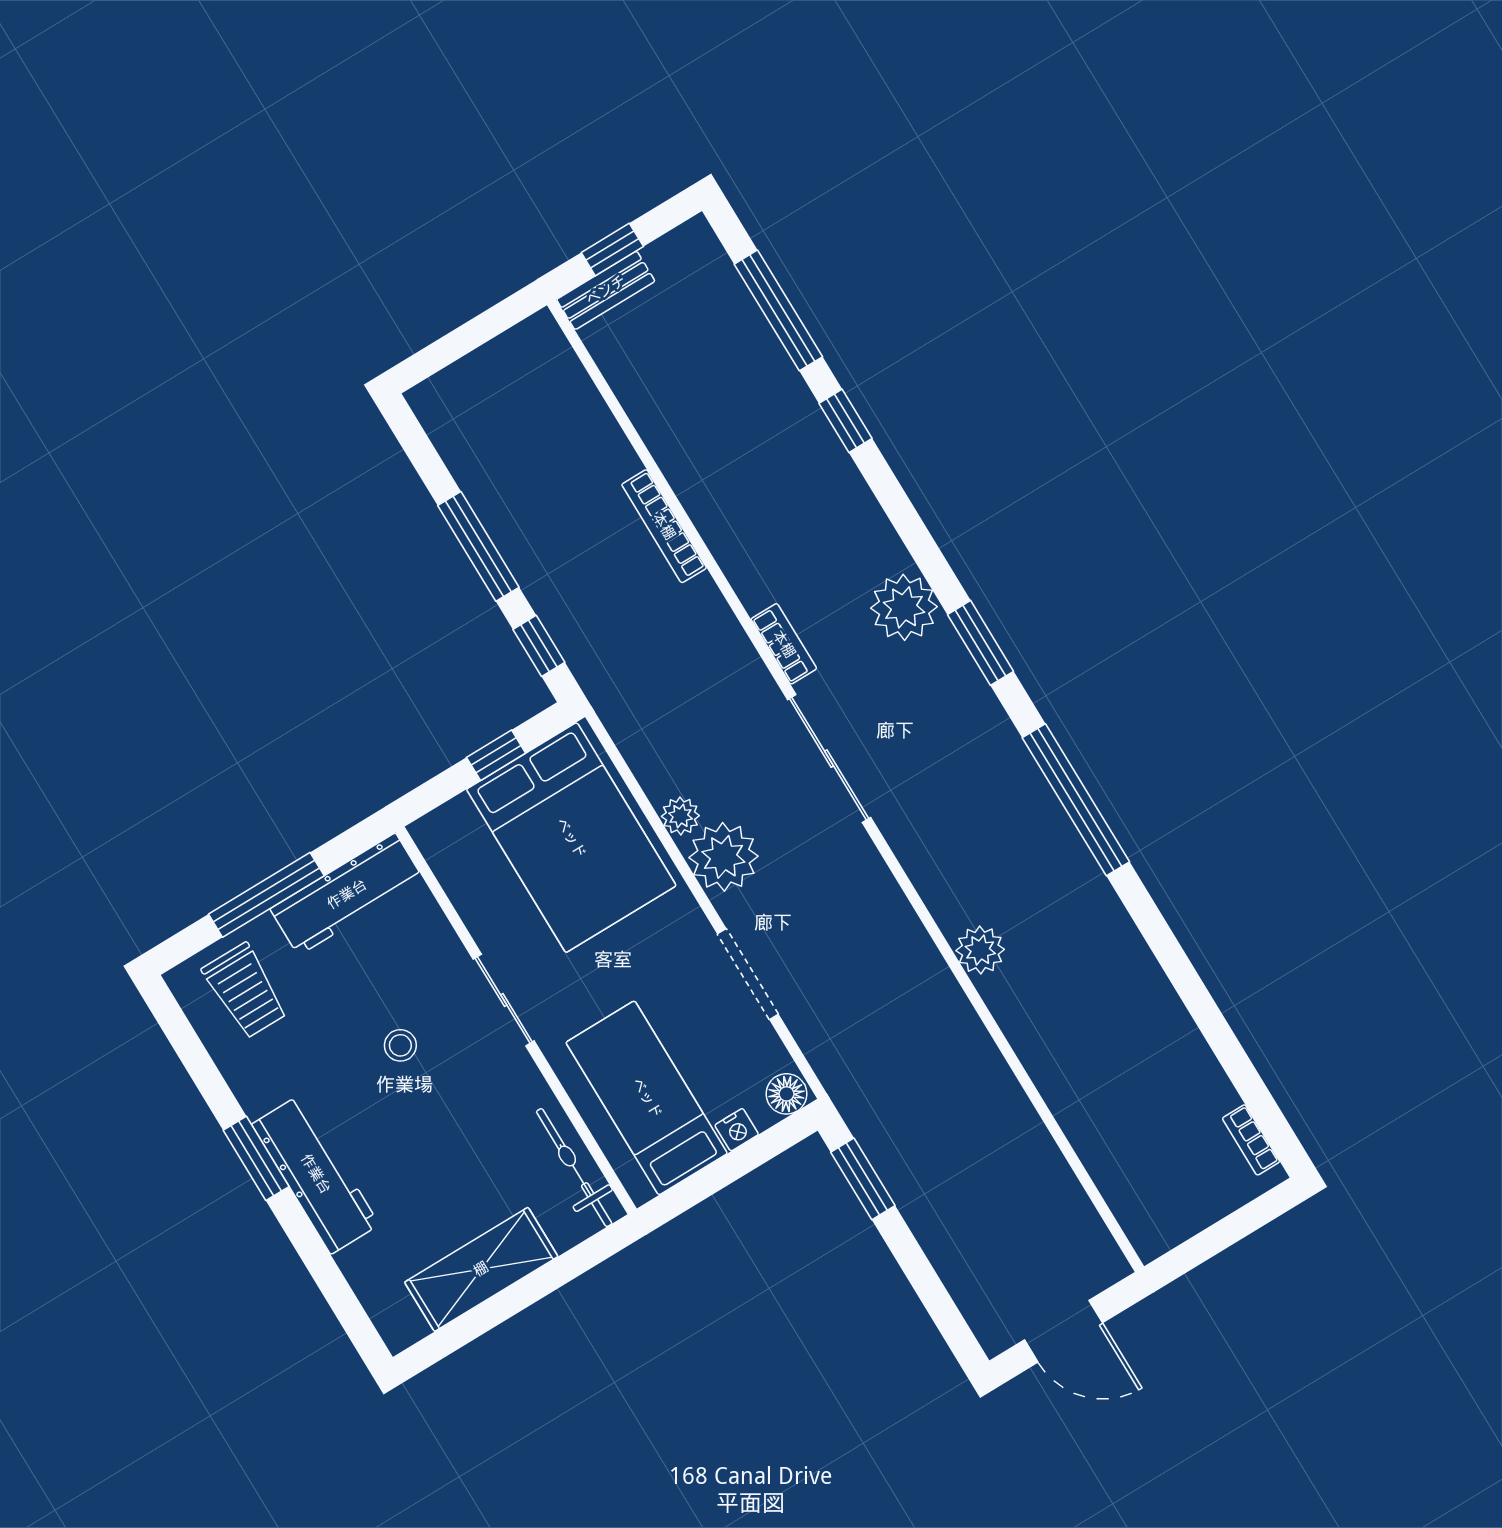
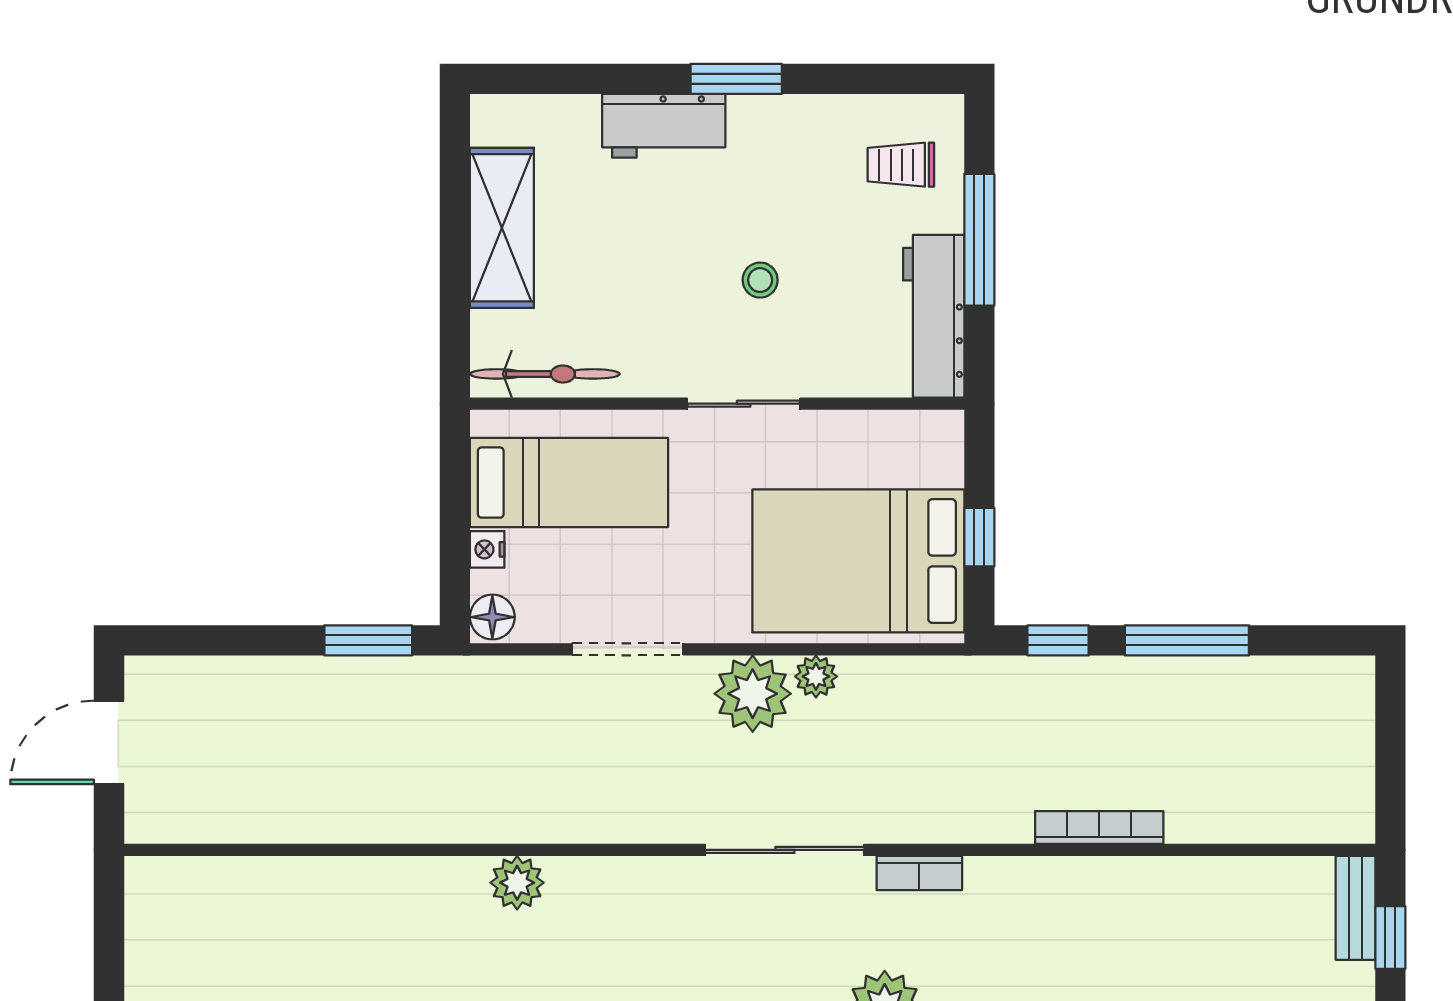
trolley: (245, 991) -> (901, 165), width x0.73, depth x0.72
workbench: (316, 1174) -> (664, 126), width x0.73

